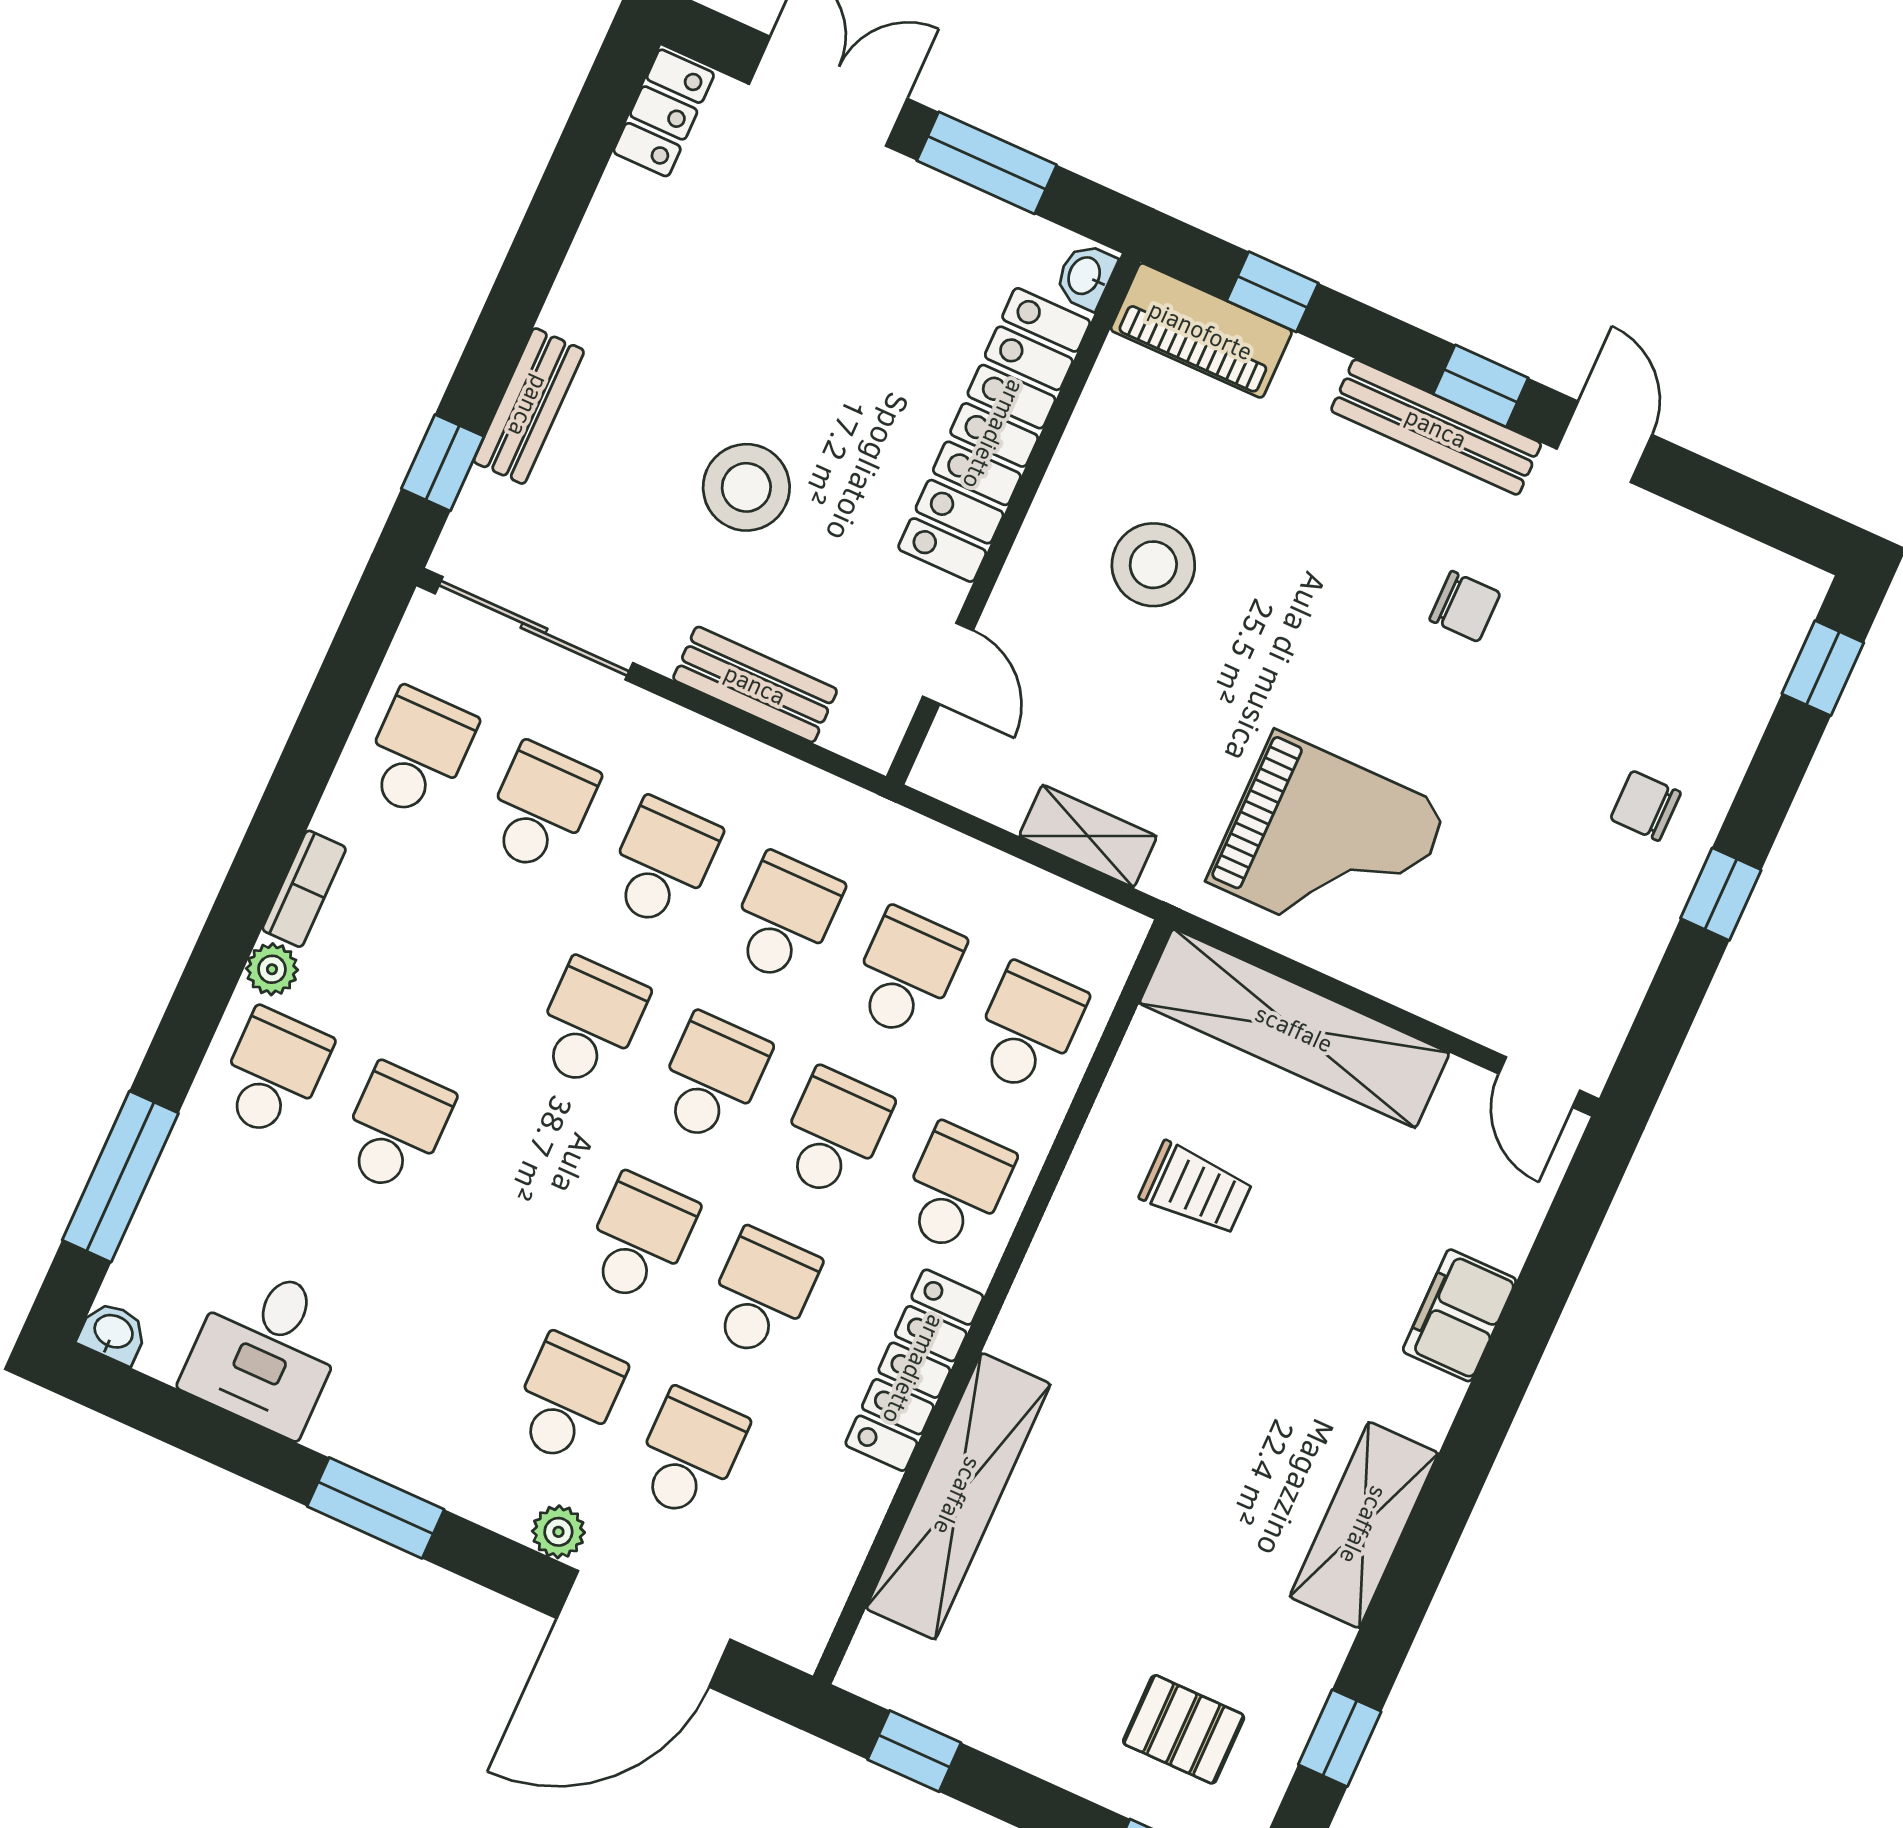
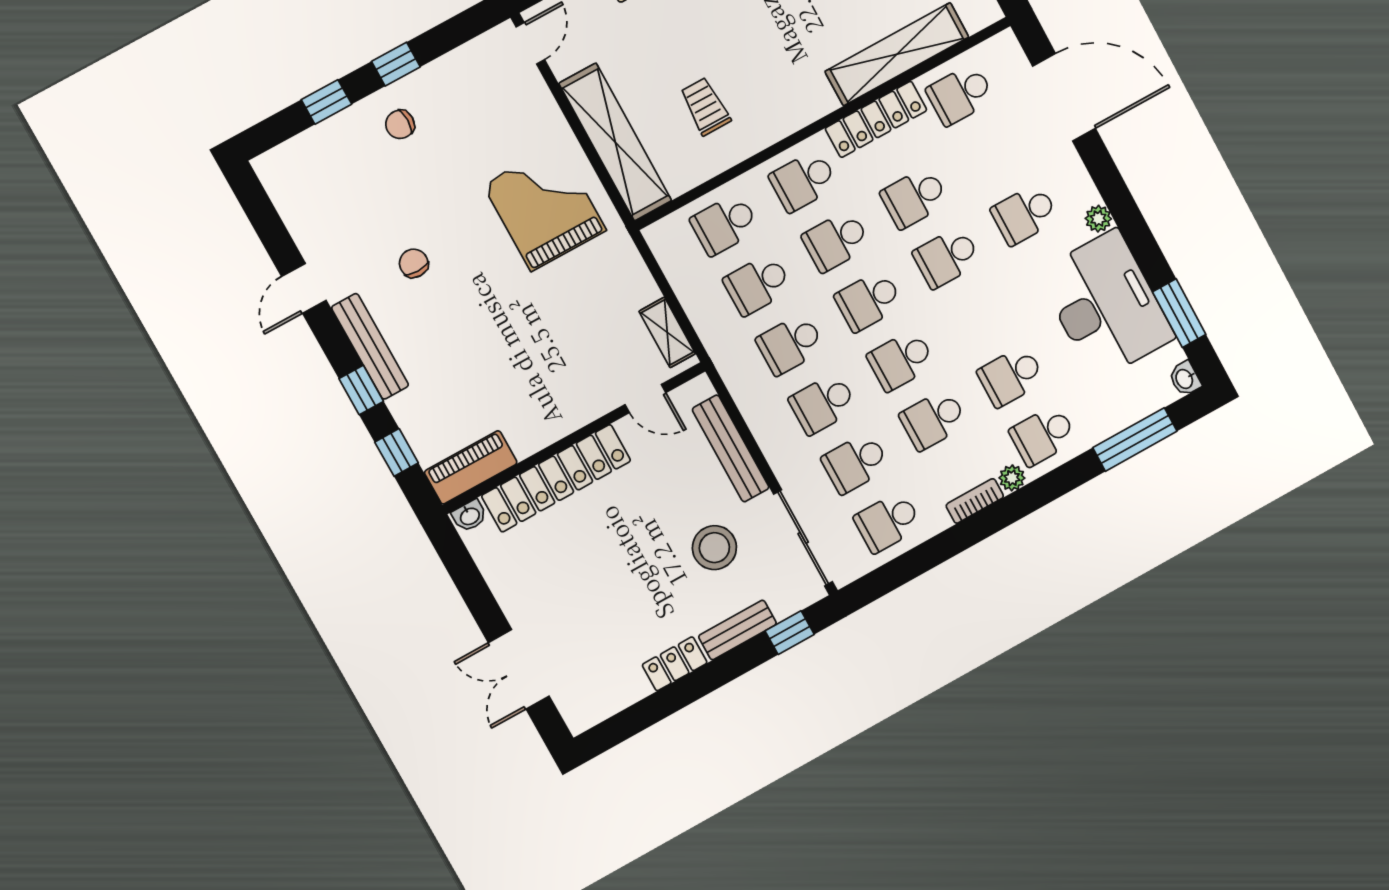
locker: (664, 113) -> (675, 664), moved
window: (987, 163) -> (475, 592), removed
piano: (1201, 330) -> (471, 467), moved, turned -90
window: (1481, 386) -> (361, 390), moved
stool: (746, 487) -> (714, 548), moved
stool: (1153, 565) -> (530, 376), removed
door: (948, 663) -> (645, 399), swing flipped
window: (1823, 668) -> (326, 102), moved
bench: (755, 684) -> (731, 448), width x1.36
chair: (1646, 806) -> (400, 124), turned 90
shelving: (1088, 836) -> (667, 332), moved
school desk: (468, 968) -> (933, 420), added
desk: (266, 1349) -> (1106, 305), width x1.87, depth x1.30
school desk: (689, 1454) -> (960, 94), moved
window: (376, 1508) -> (1179, 313), moved
plant: (558, 1532) -> (1098, 219), moved

